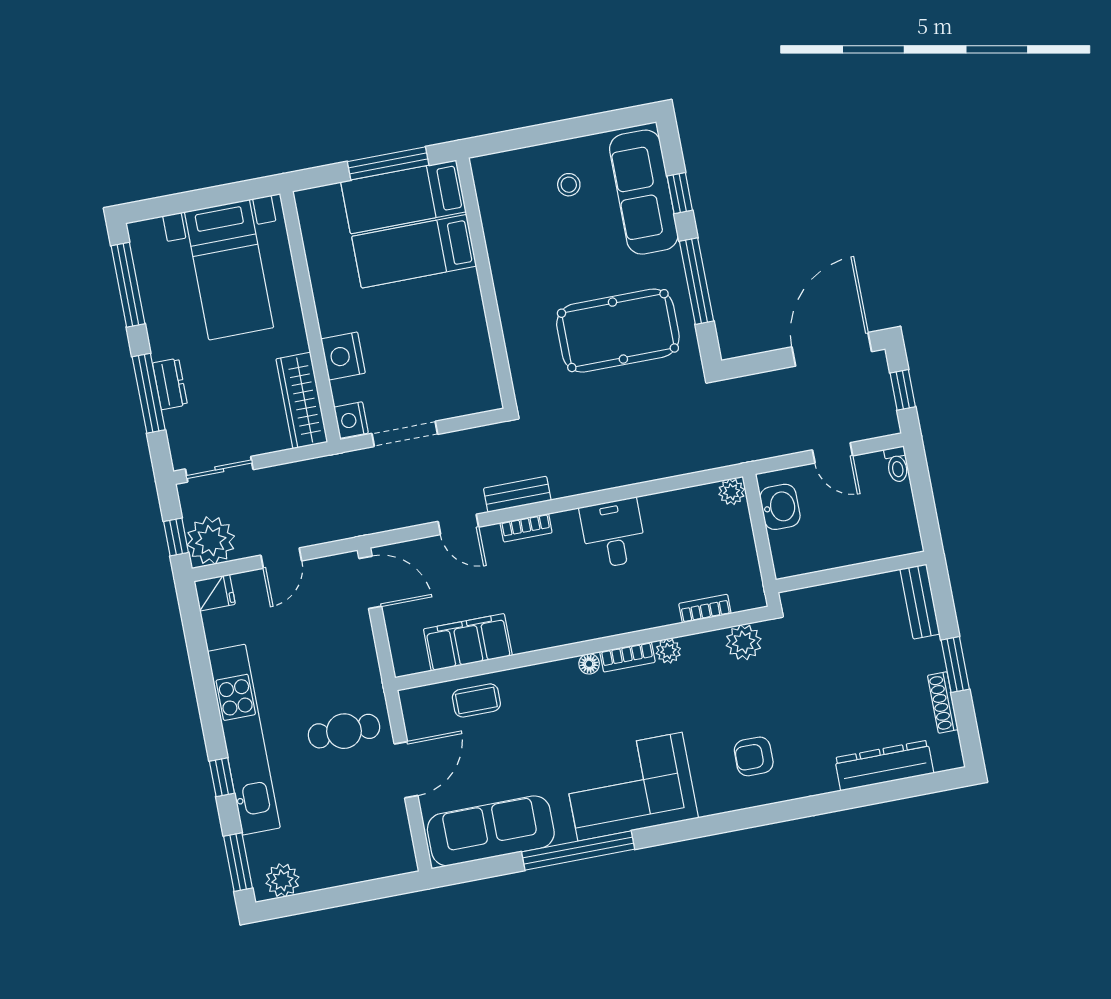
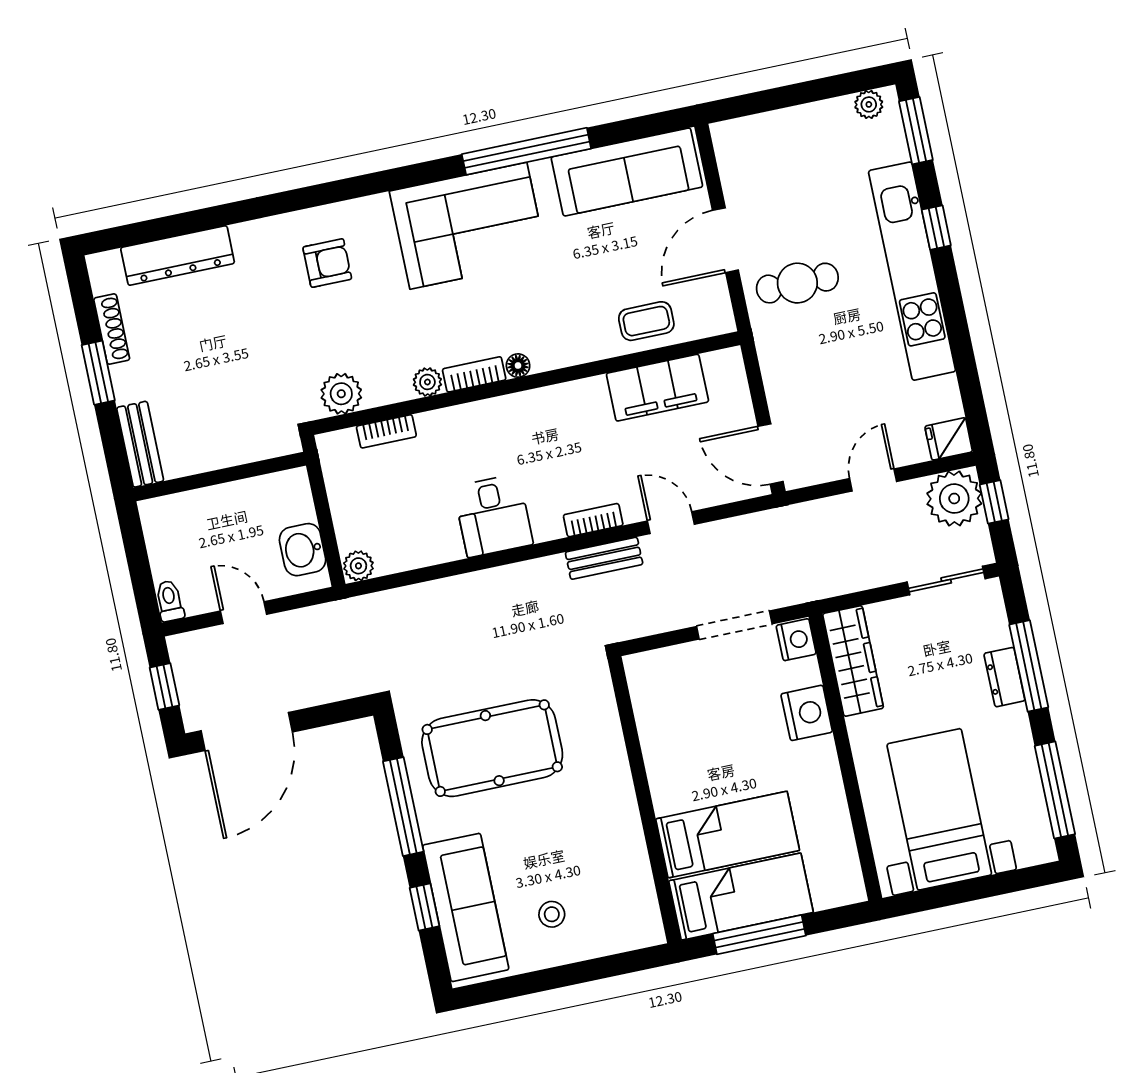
plant: (282, 880) -> (869, 104), width x0.73, depth x0.73

